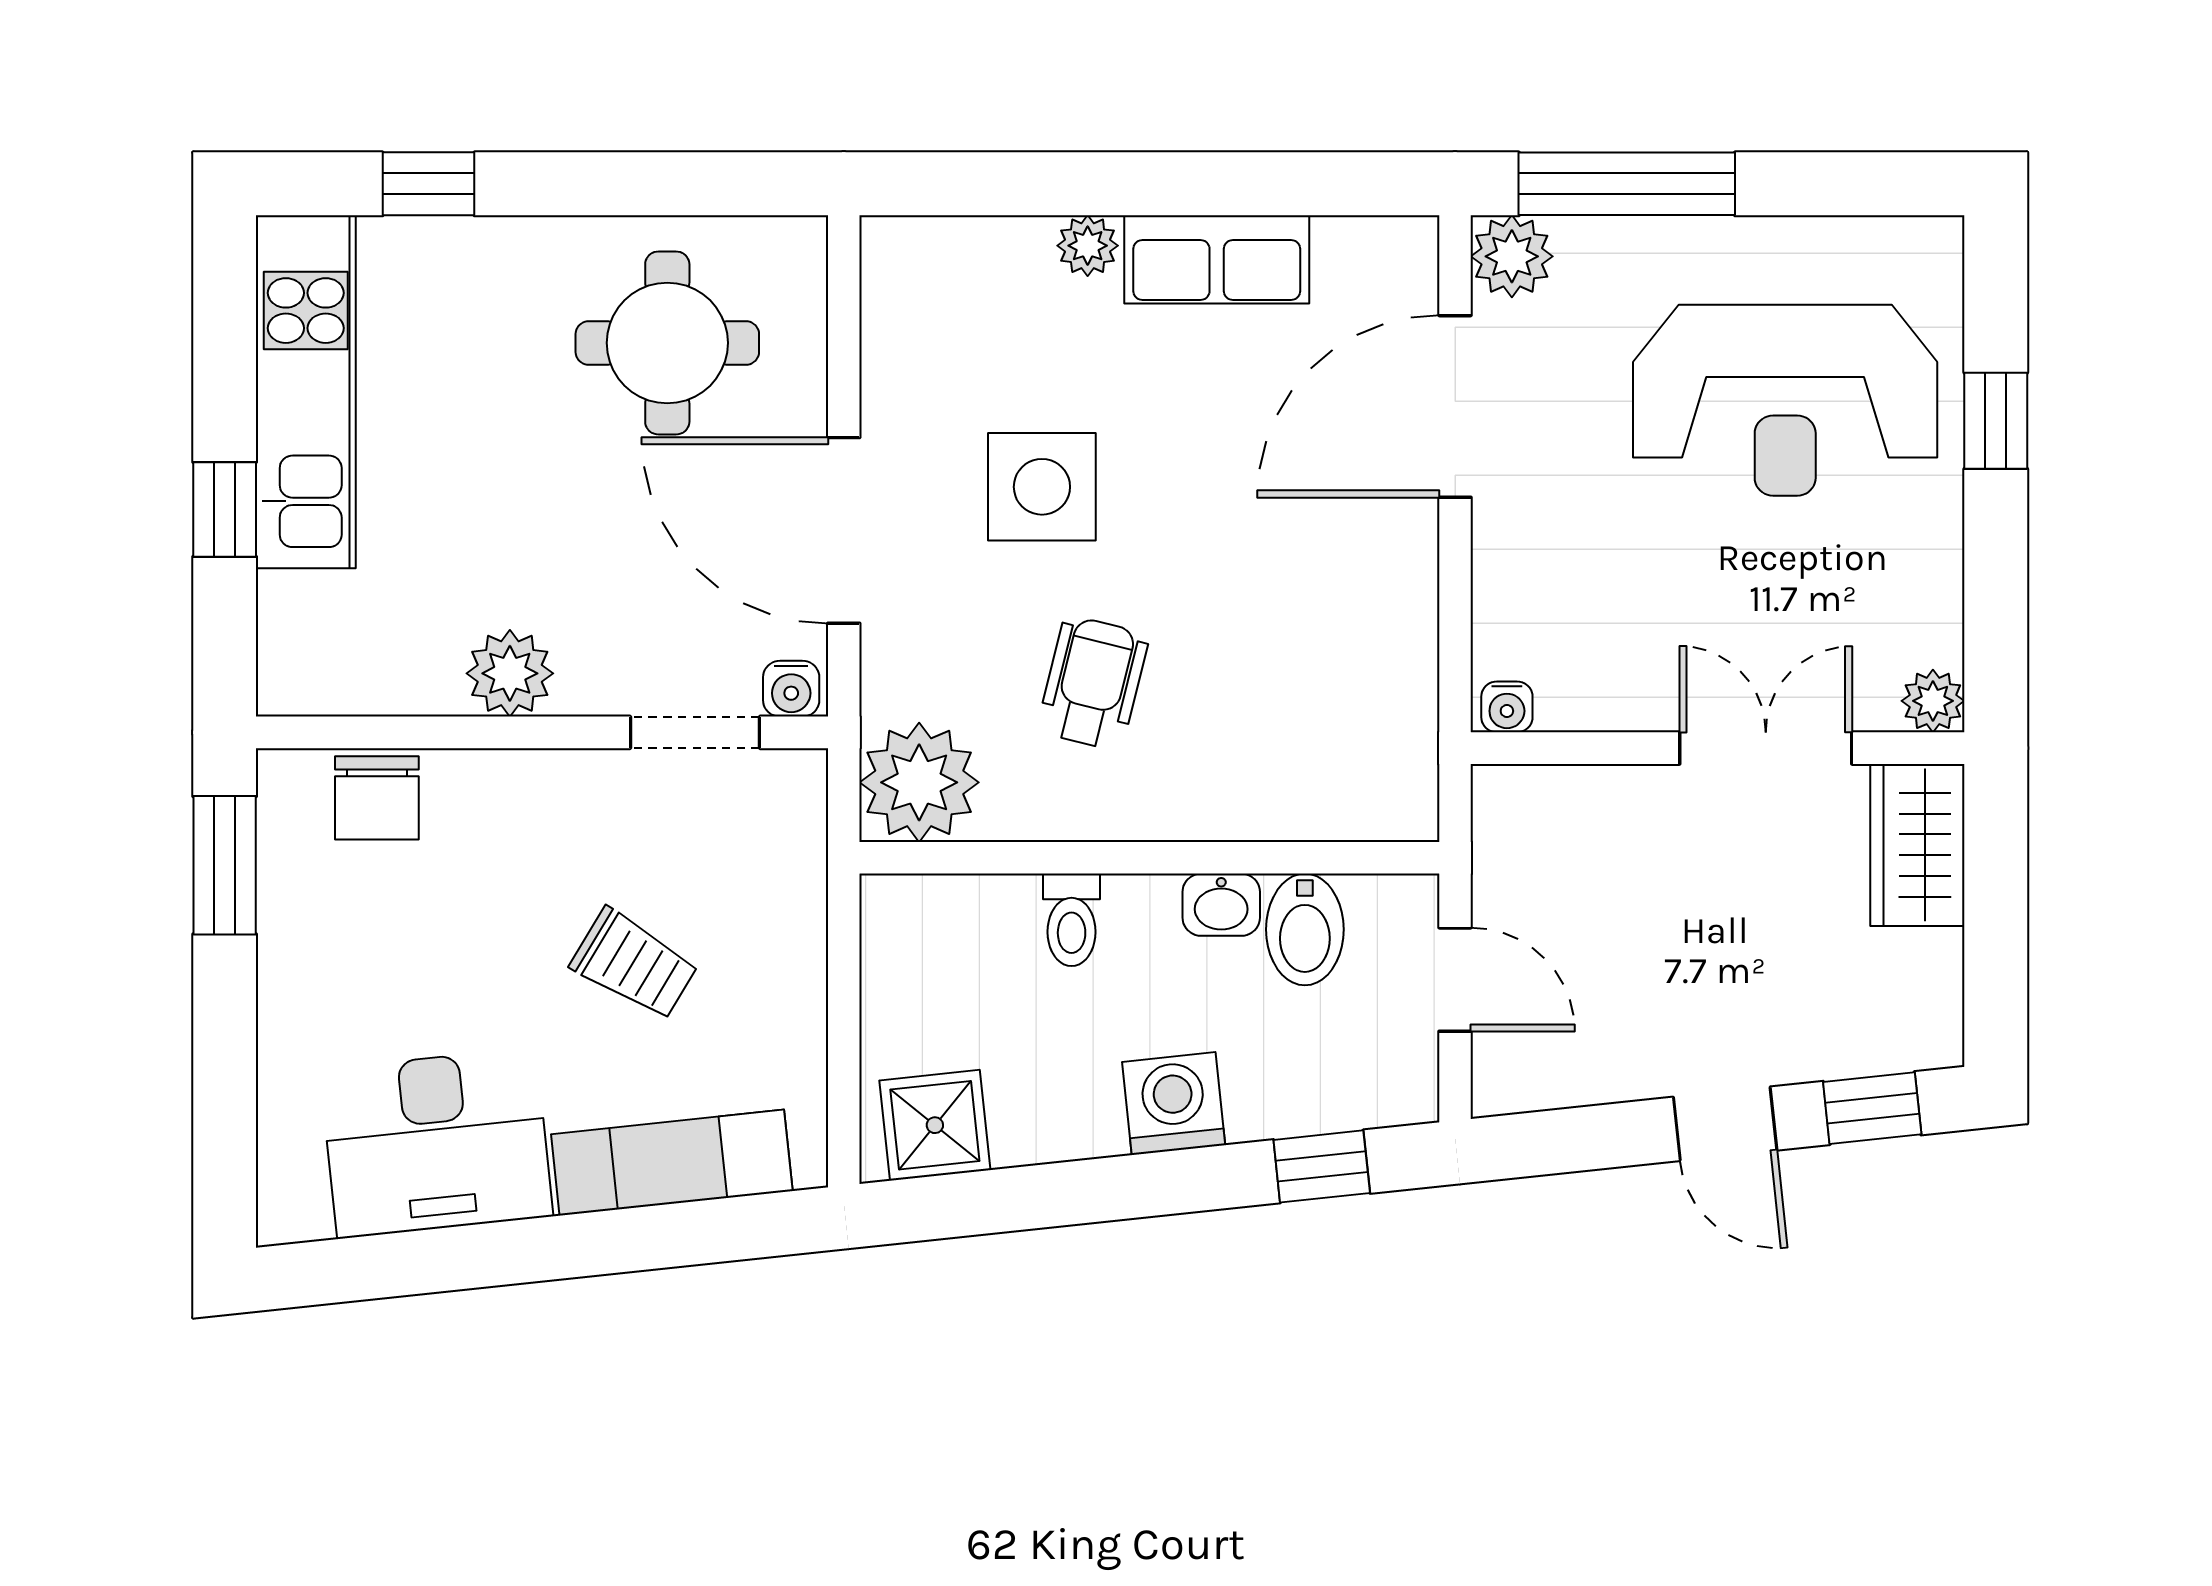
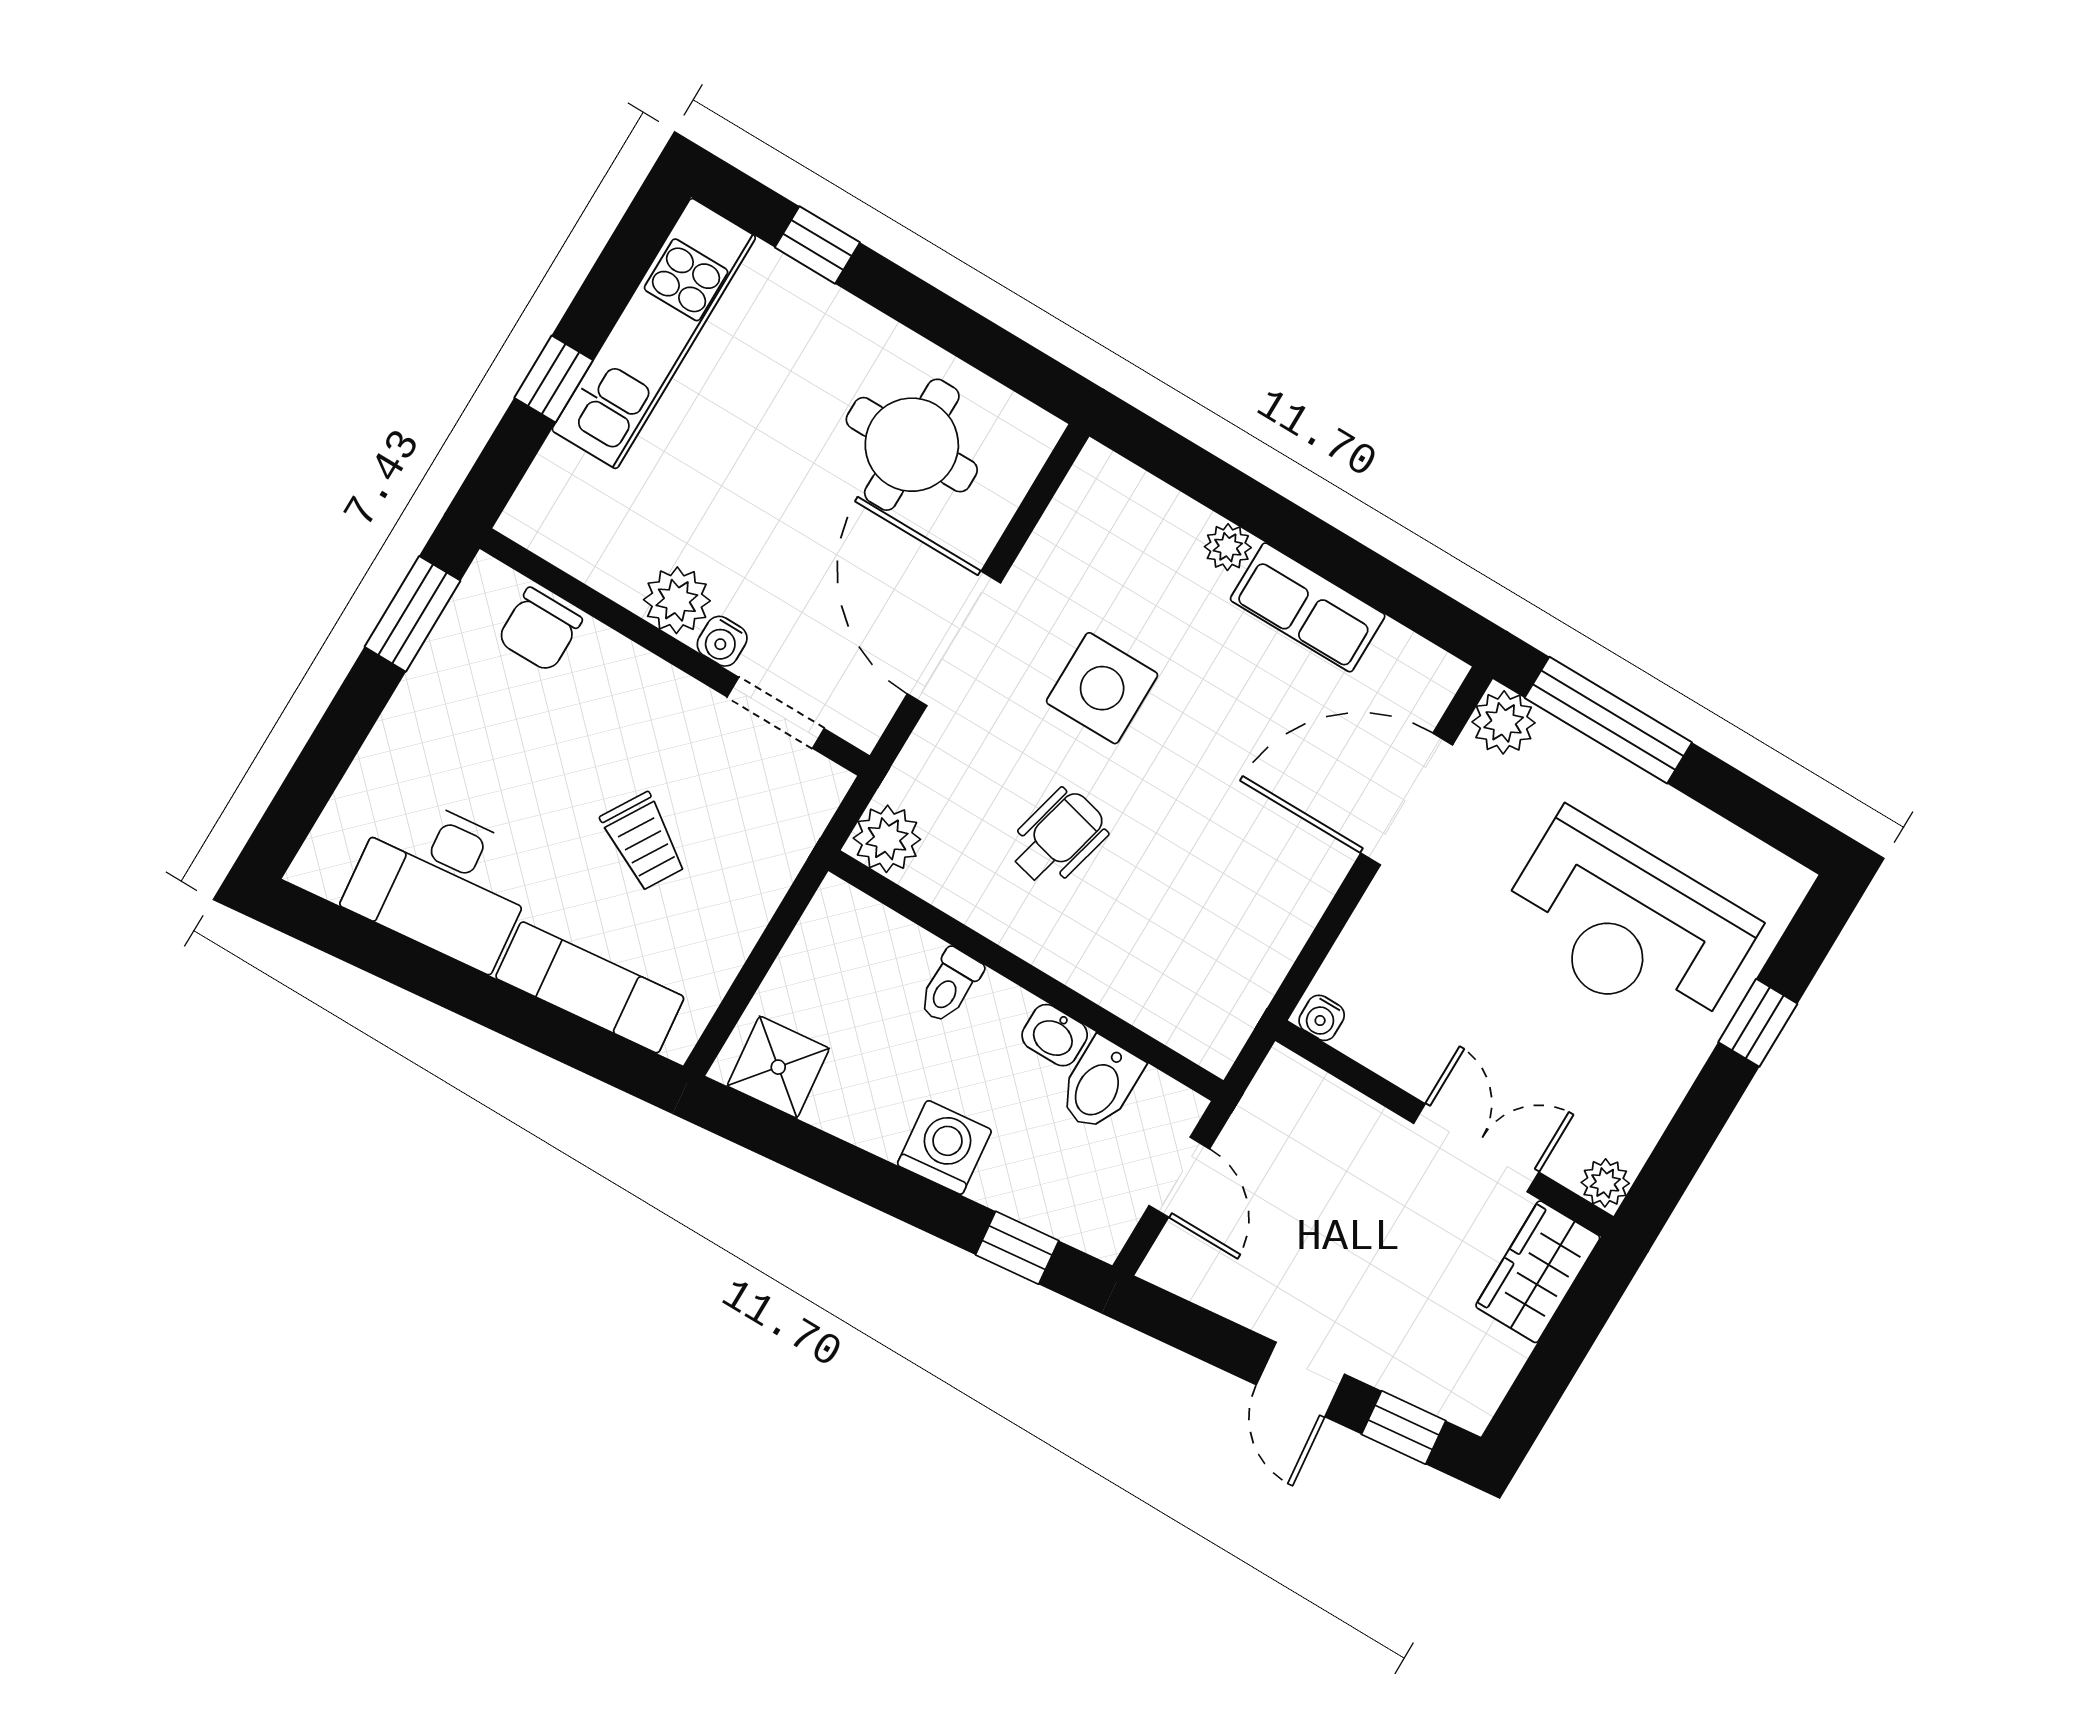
water cooler: (791, 689) -> (722, 641), moved
plant: (919, 782) -> (887, 839), width x0.73, depth x0.73

